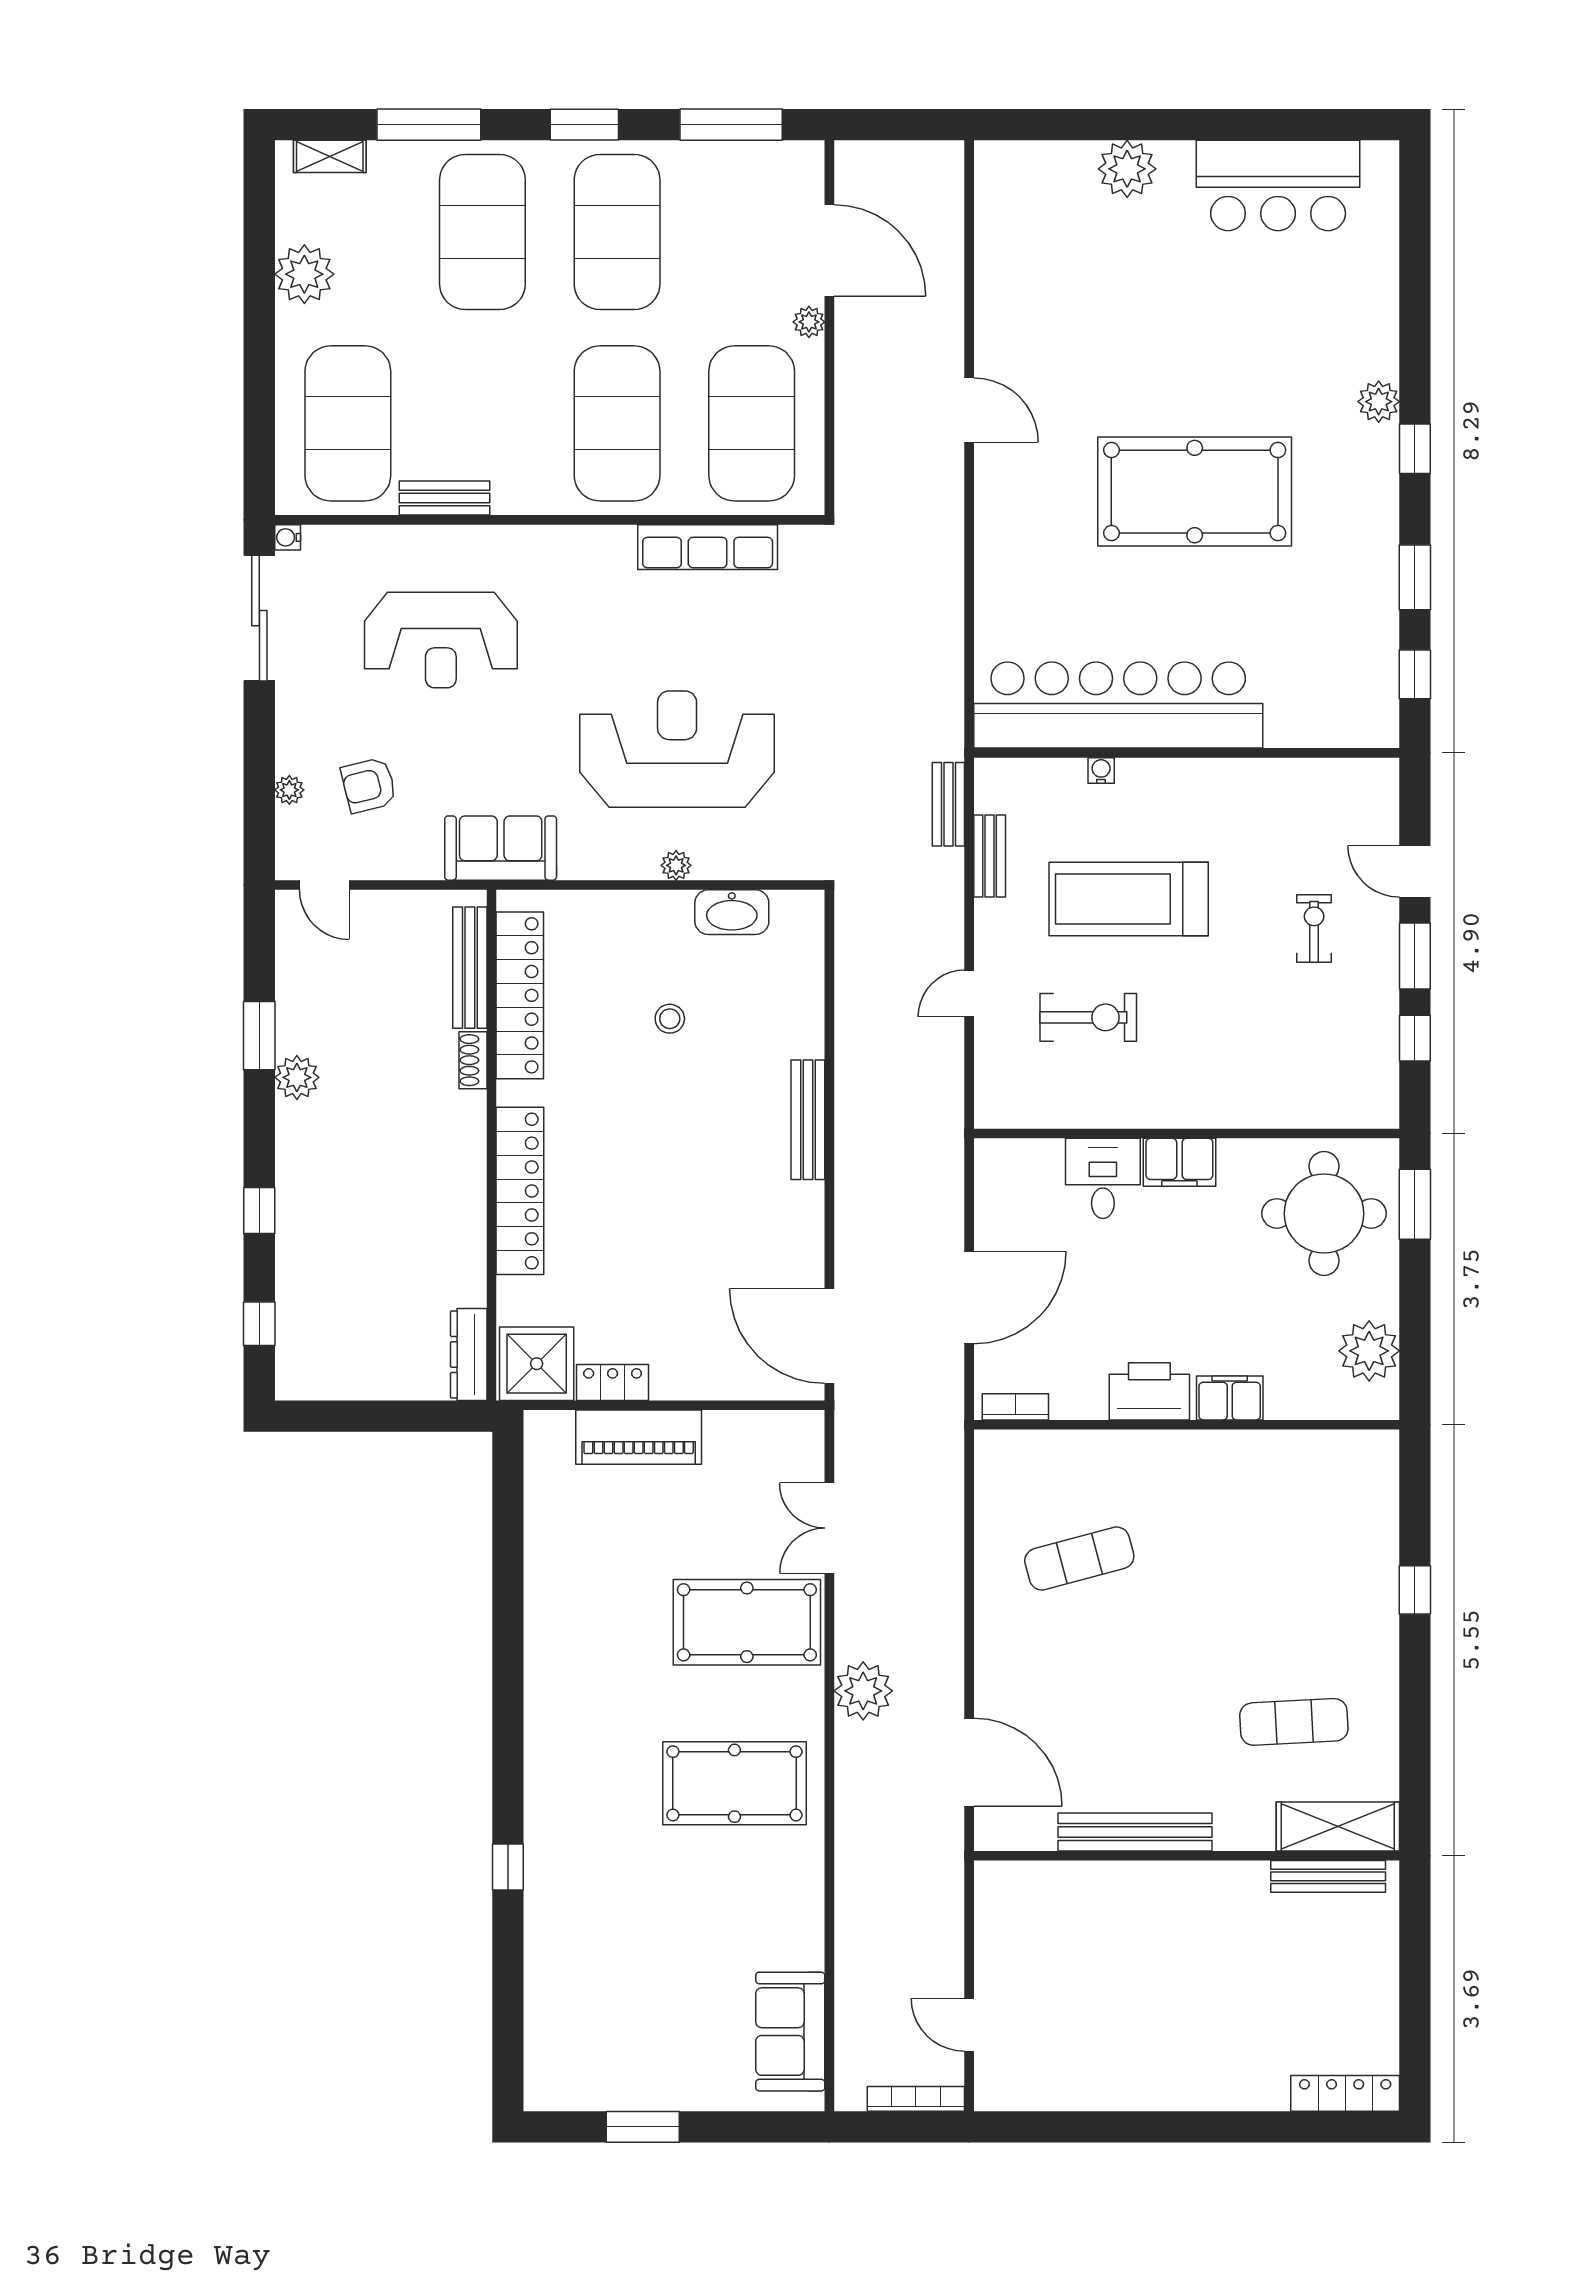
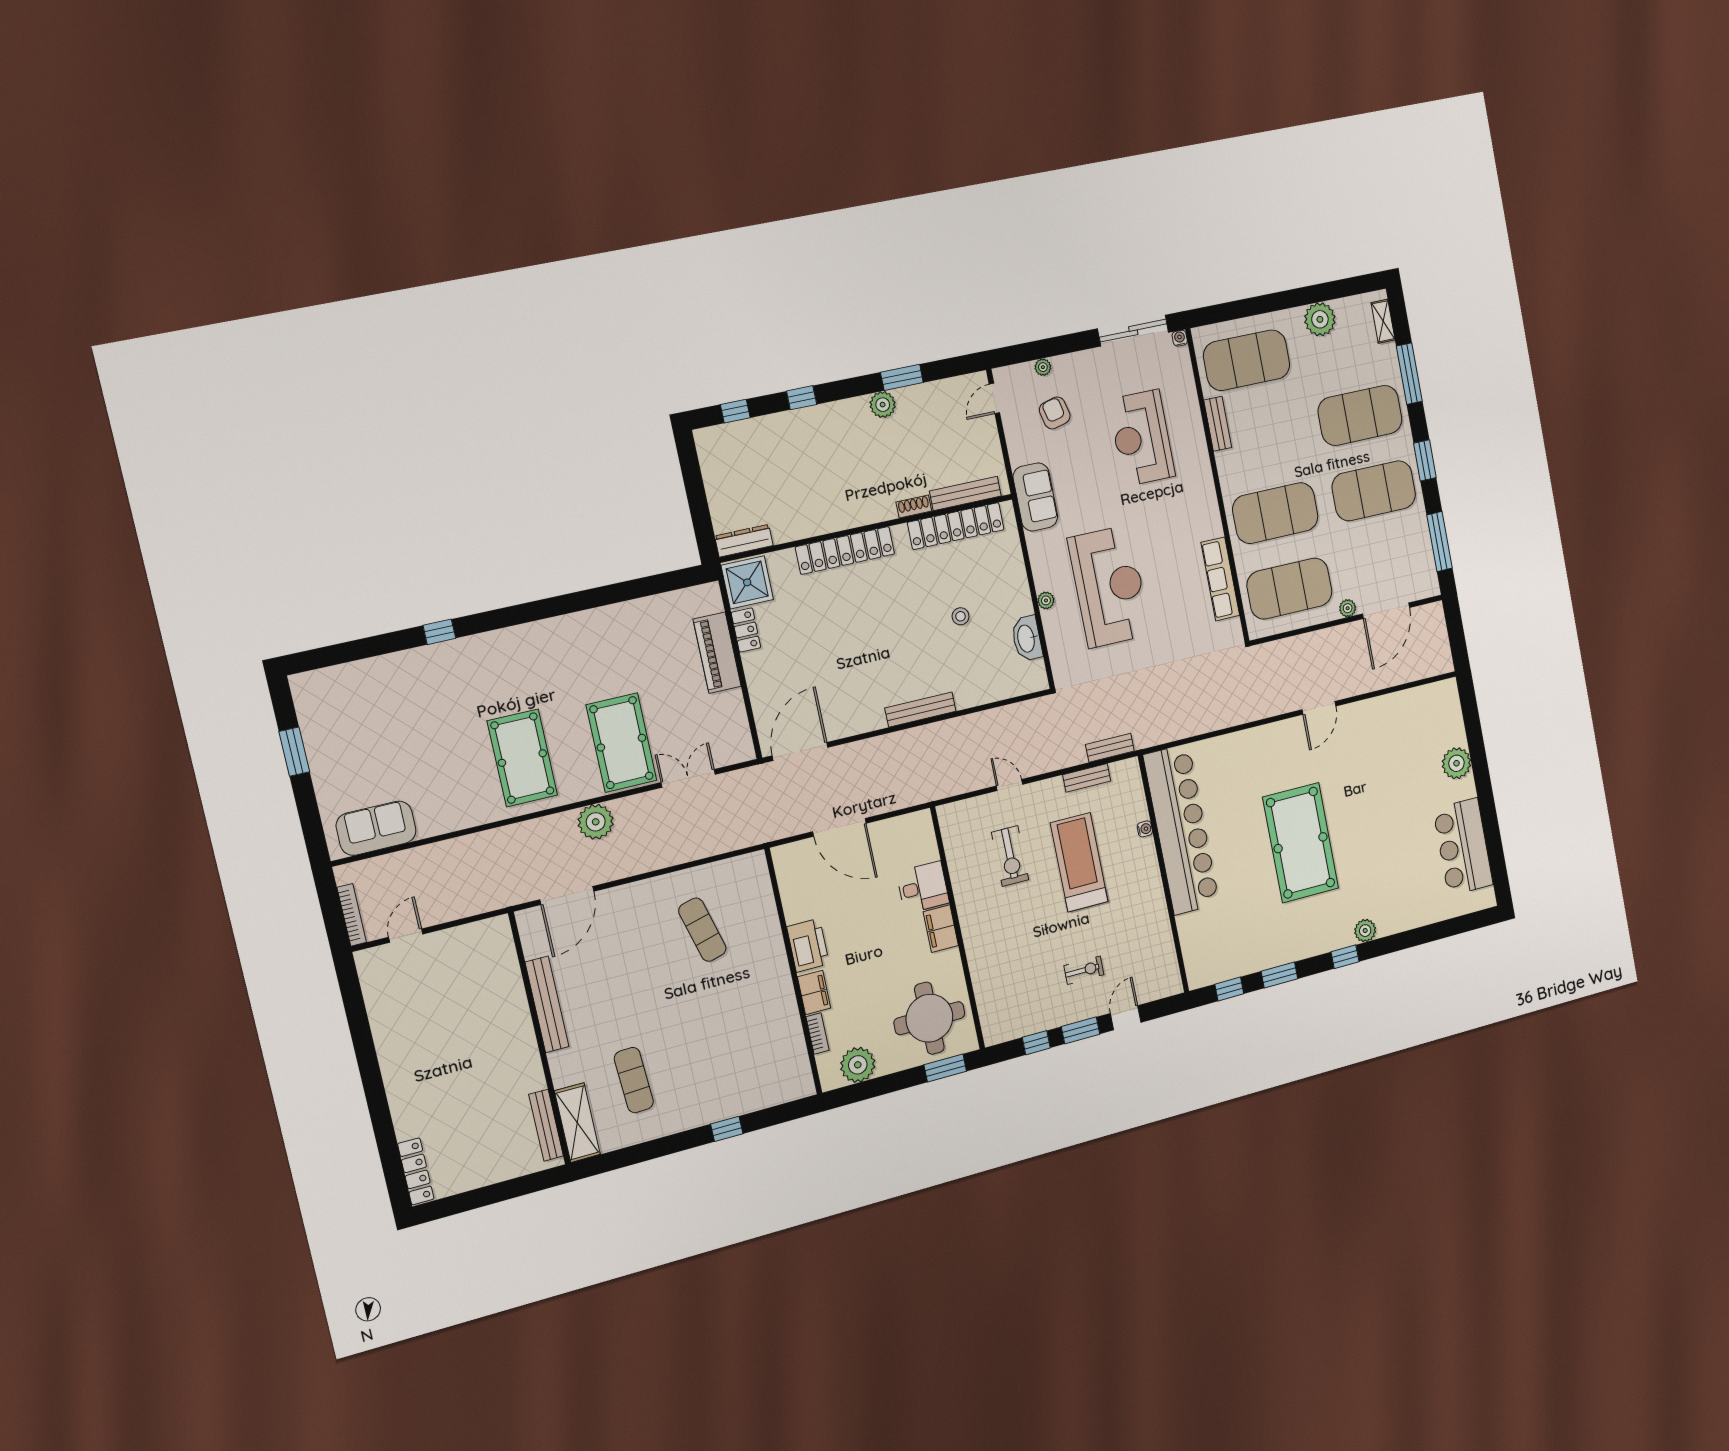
bookcase: (1015, 1407) -> (818, 1033), moved

